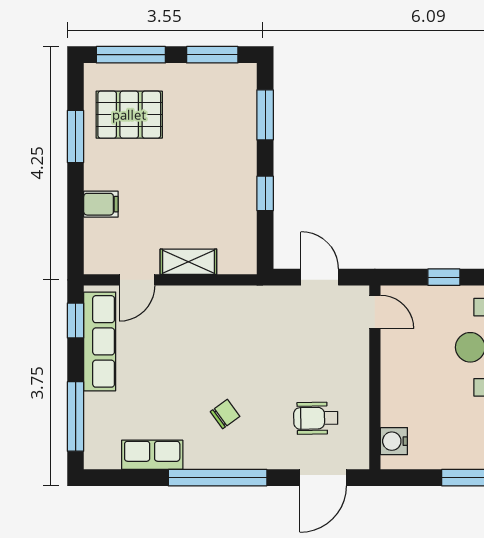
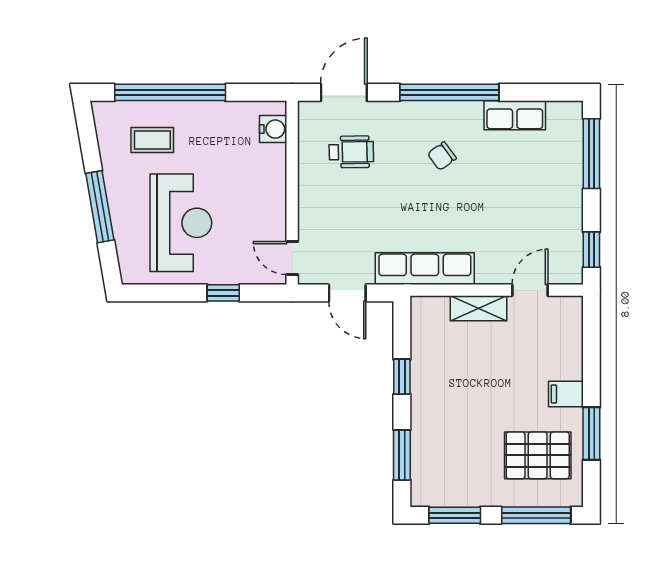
filing cabinet: (101, 204) -> (566, 394), moved
row of seats: (100, 341) -> (425, 269), moved, turned 90

